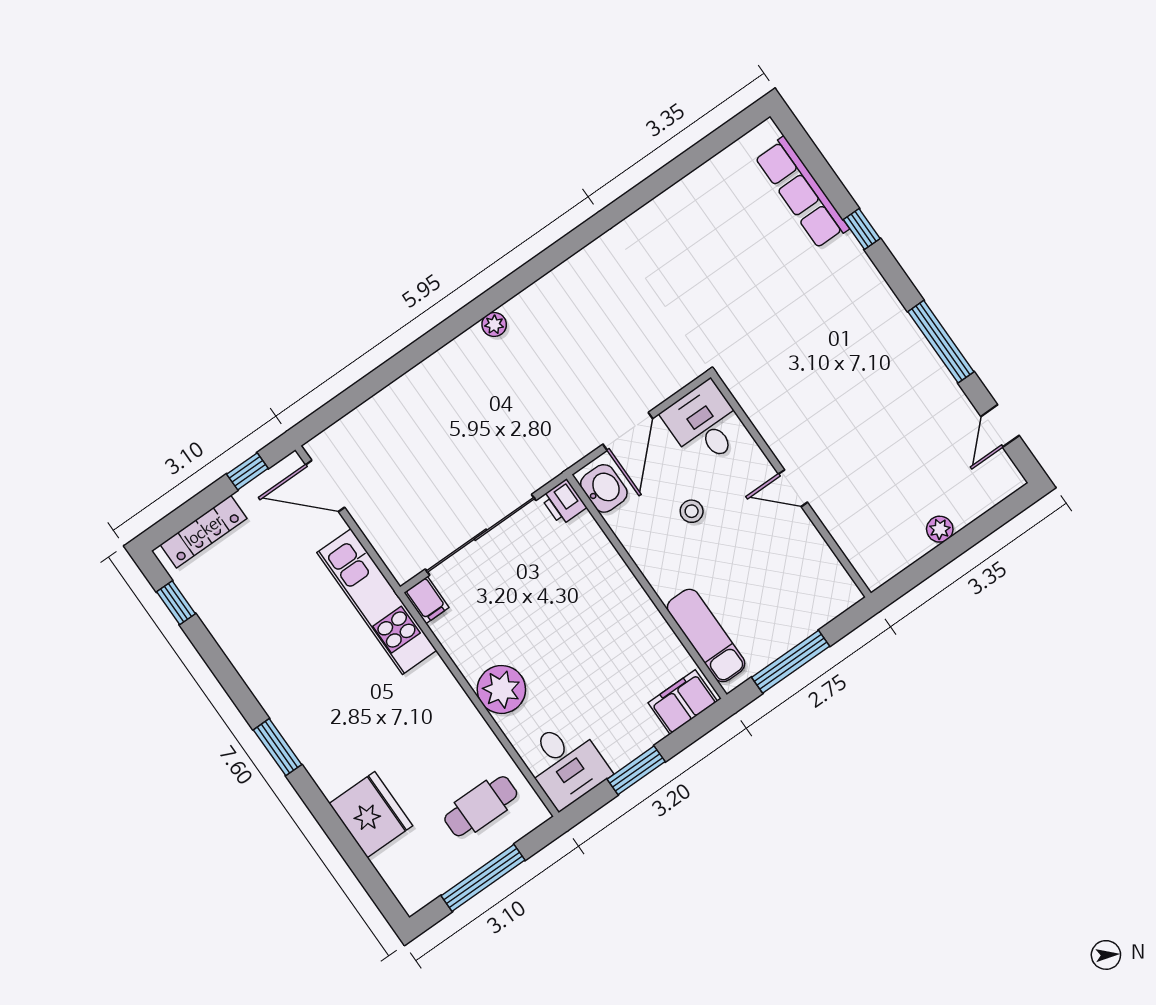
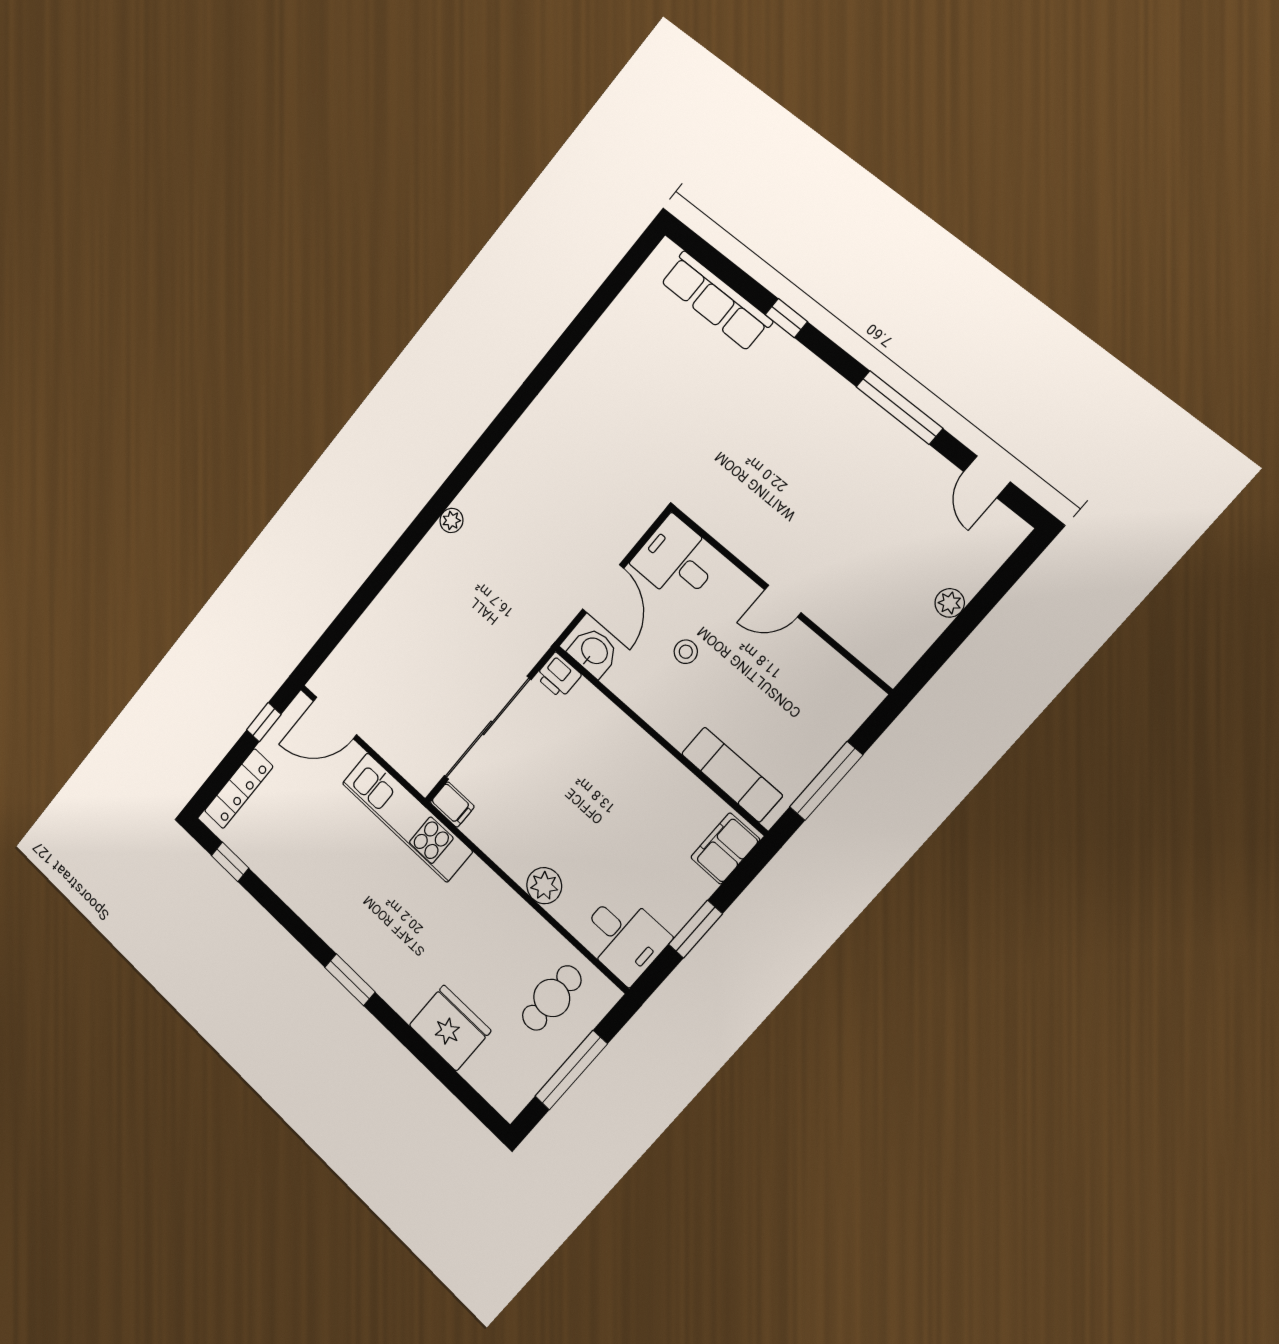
plant: (501, 689) -> (544, 886), width x0.73, depth x0.73

